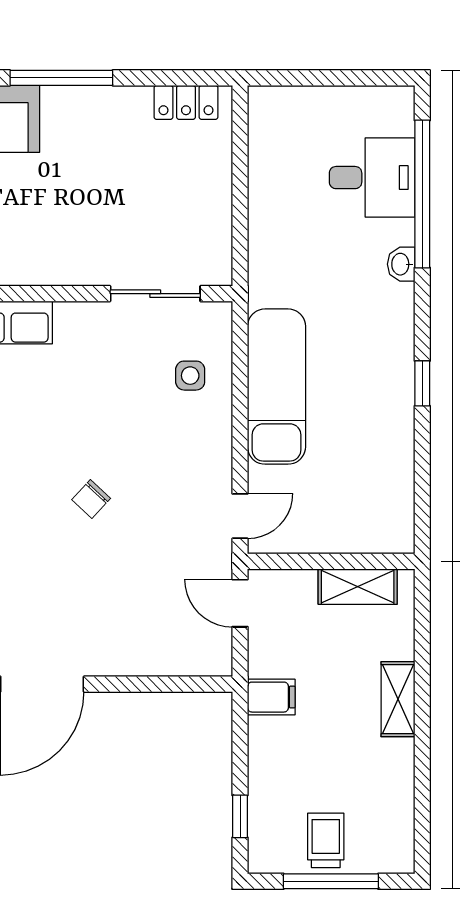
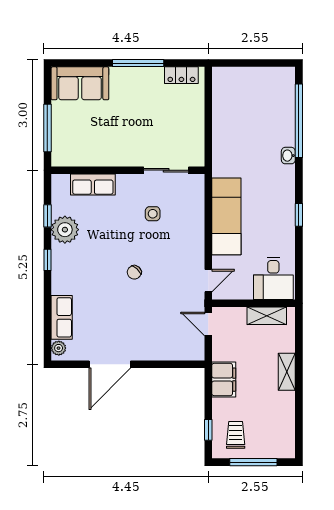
window: (61, 78) -> (138, 63), moved
desk: (372, 178) -> (273, 278), moved, turned 90
side table: (190, 376) -> (153, 214), moved
filing cabinet: (271, 697) -> (224, 380), width x2.00
trolley: (326, 840) -> (236, 435), moved

